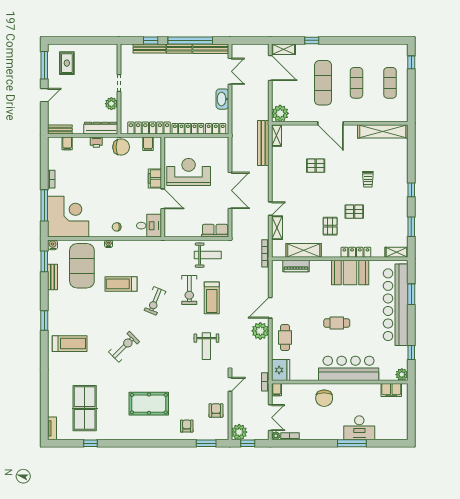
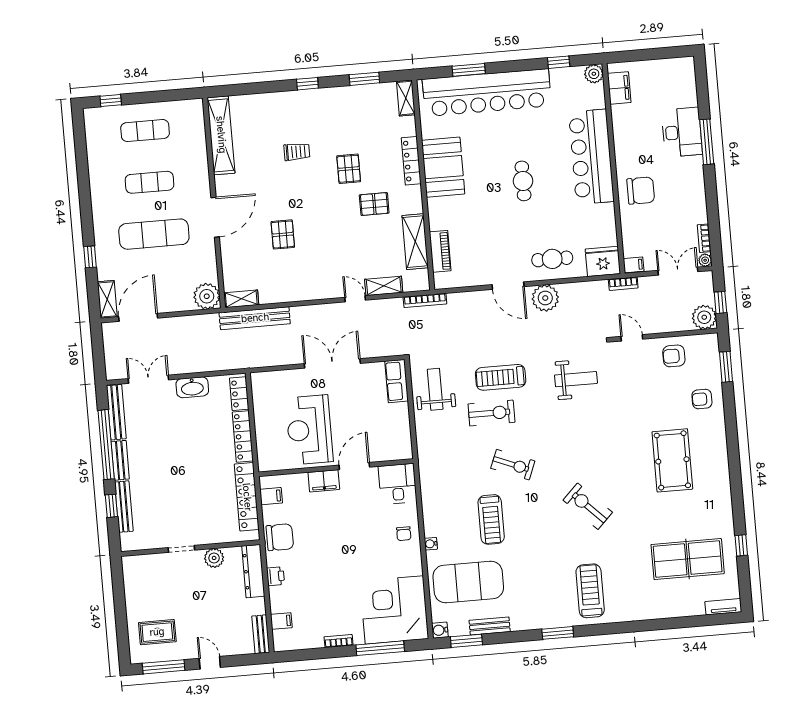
chair: (121, 147) -> (280, 537), turned 90
treadmill: (212, 298) -> (501, 377), turned 180

